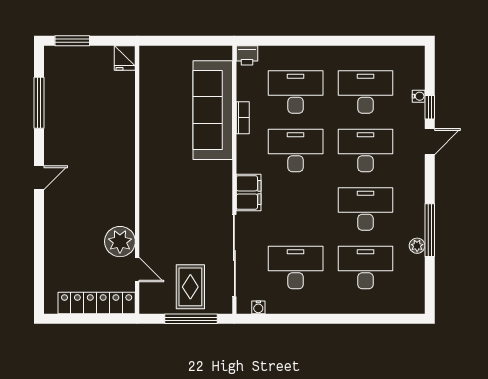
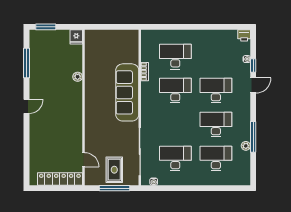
printer: (247, 55) -> (244, 35), moved
desk: (365, 92) -> (216, 57), removed
sofa: (213, 110) -> (127, 92), moved
filing cabinet: (249, 192) -> (148, 115), removed
plant: (120, 242) -> (78, 77), moved, width x0.53, depth x0.53

